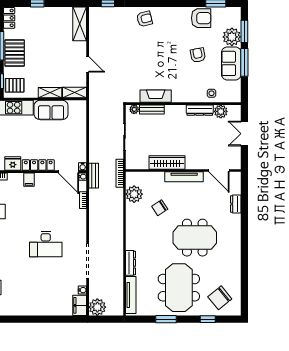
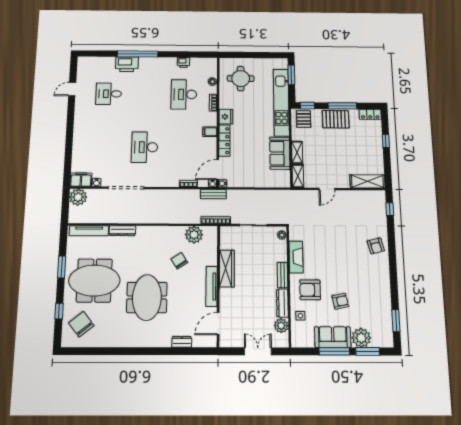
armchair: (201, 18) -> (310, 290), moved, turned 90
bench: (152, 109) -> (282, 275), moved

